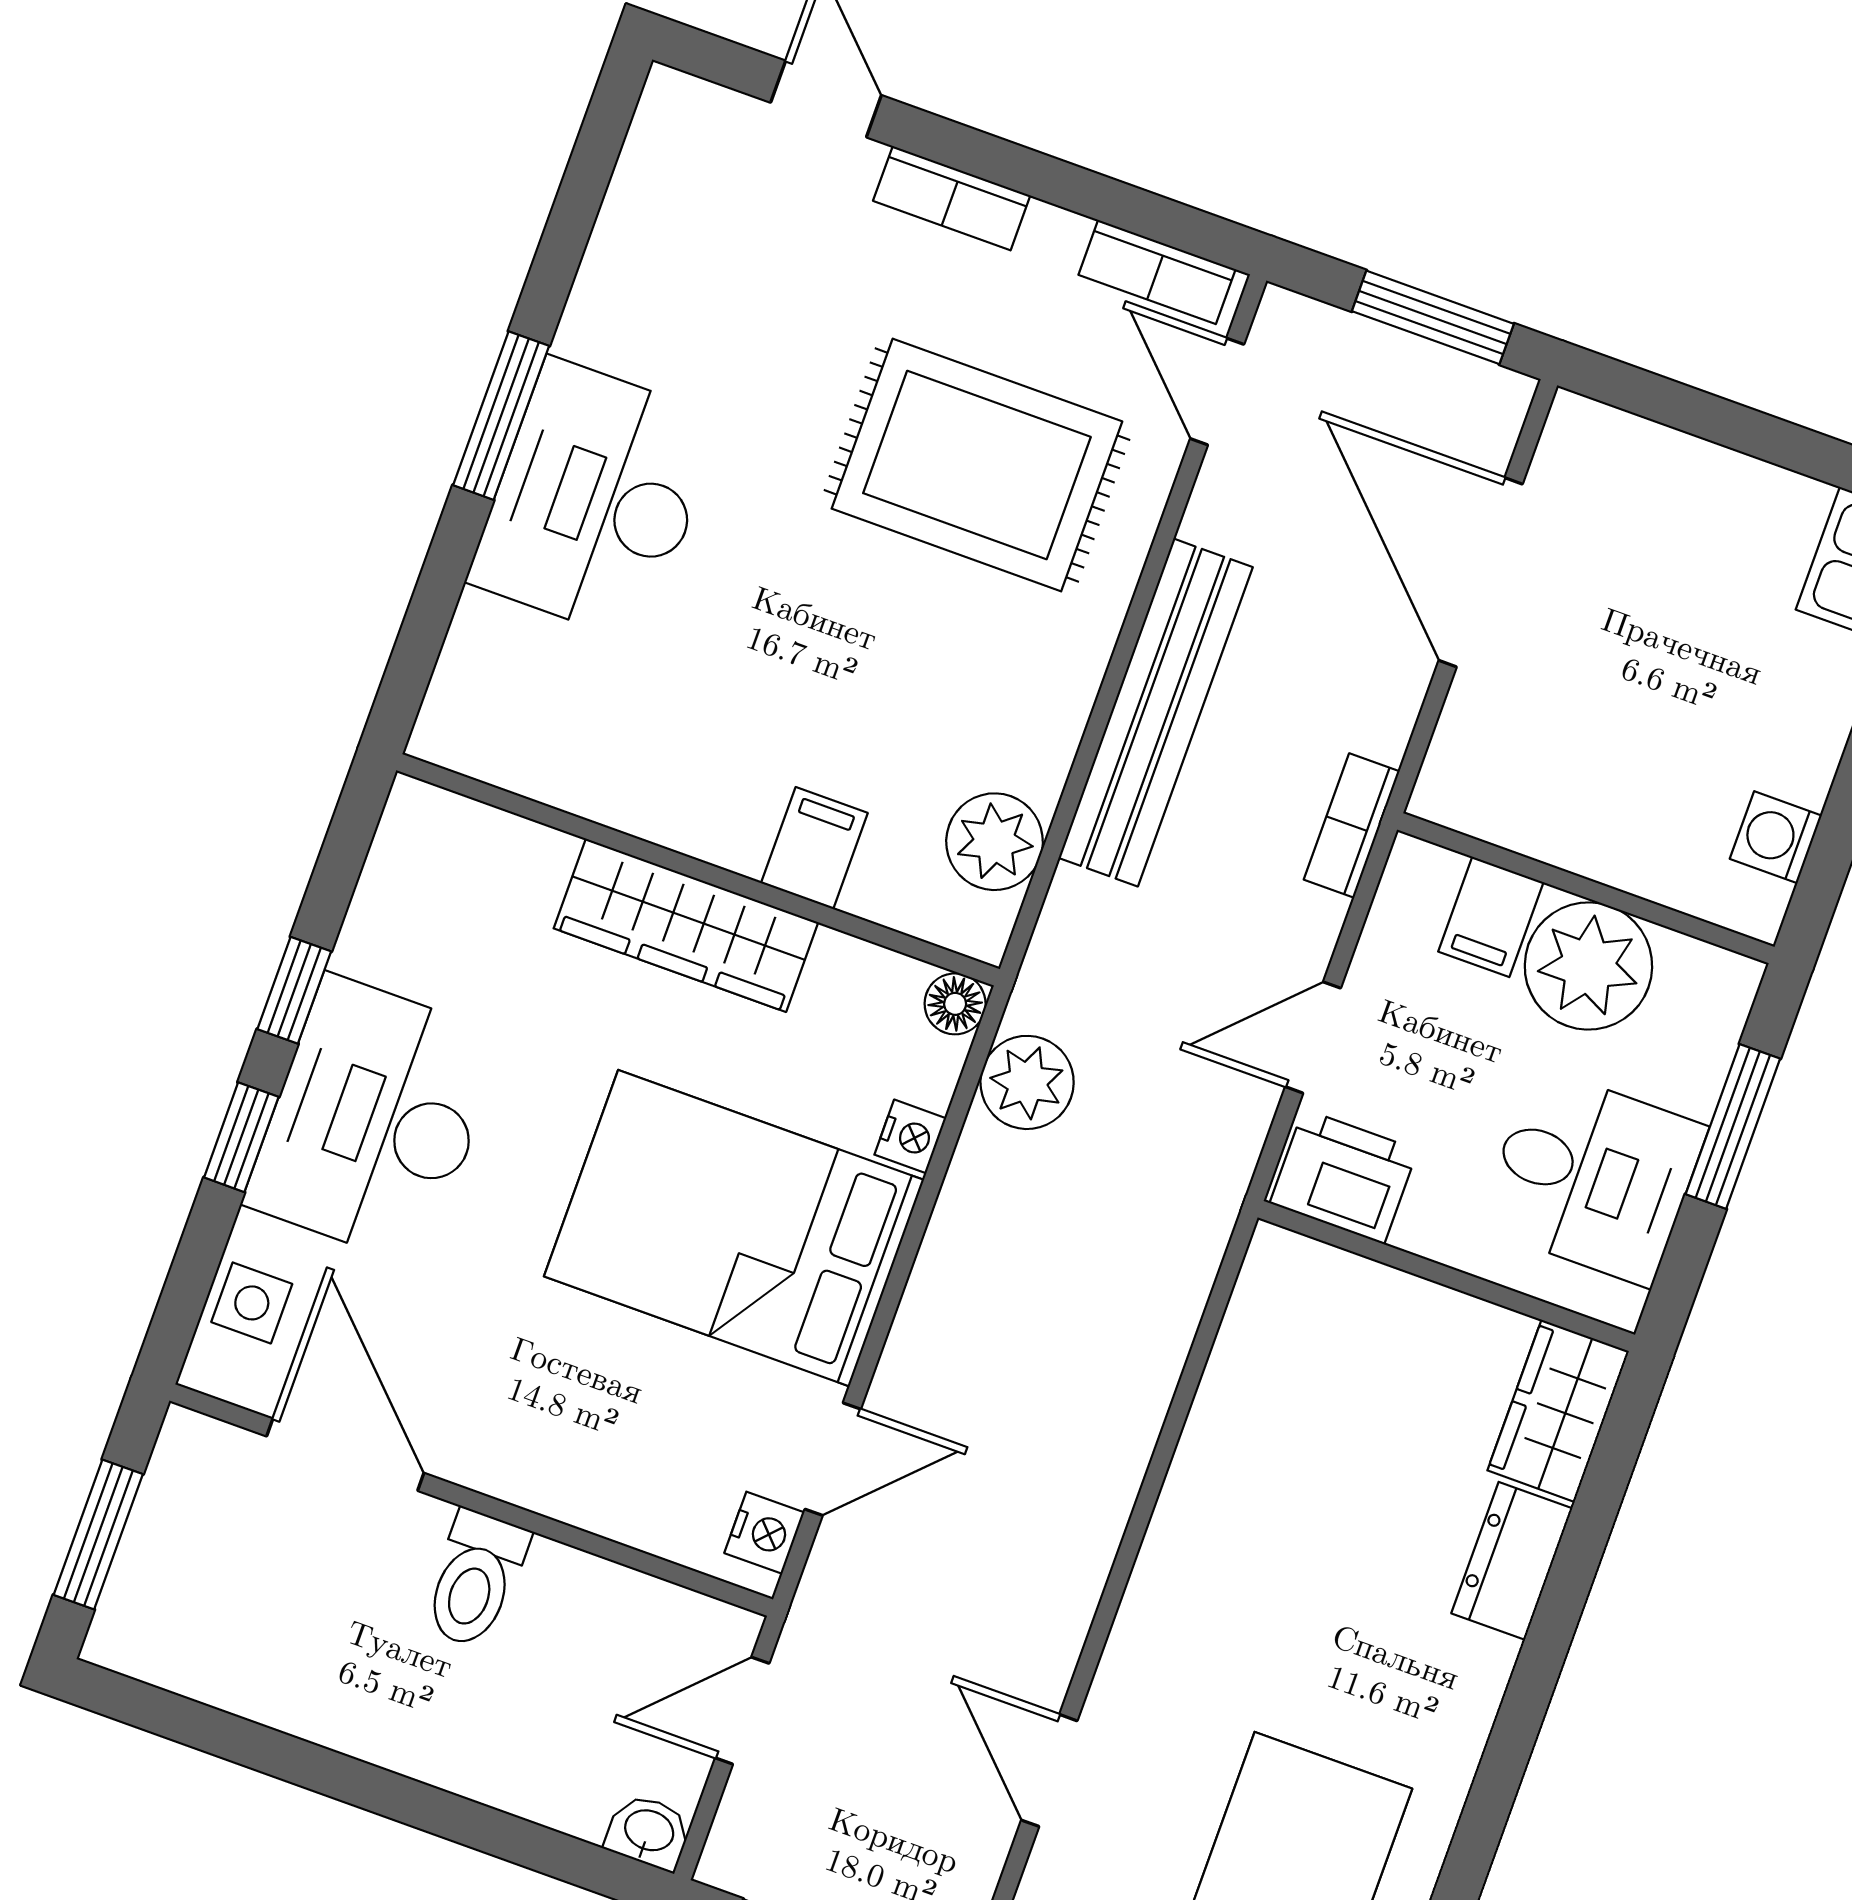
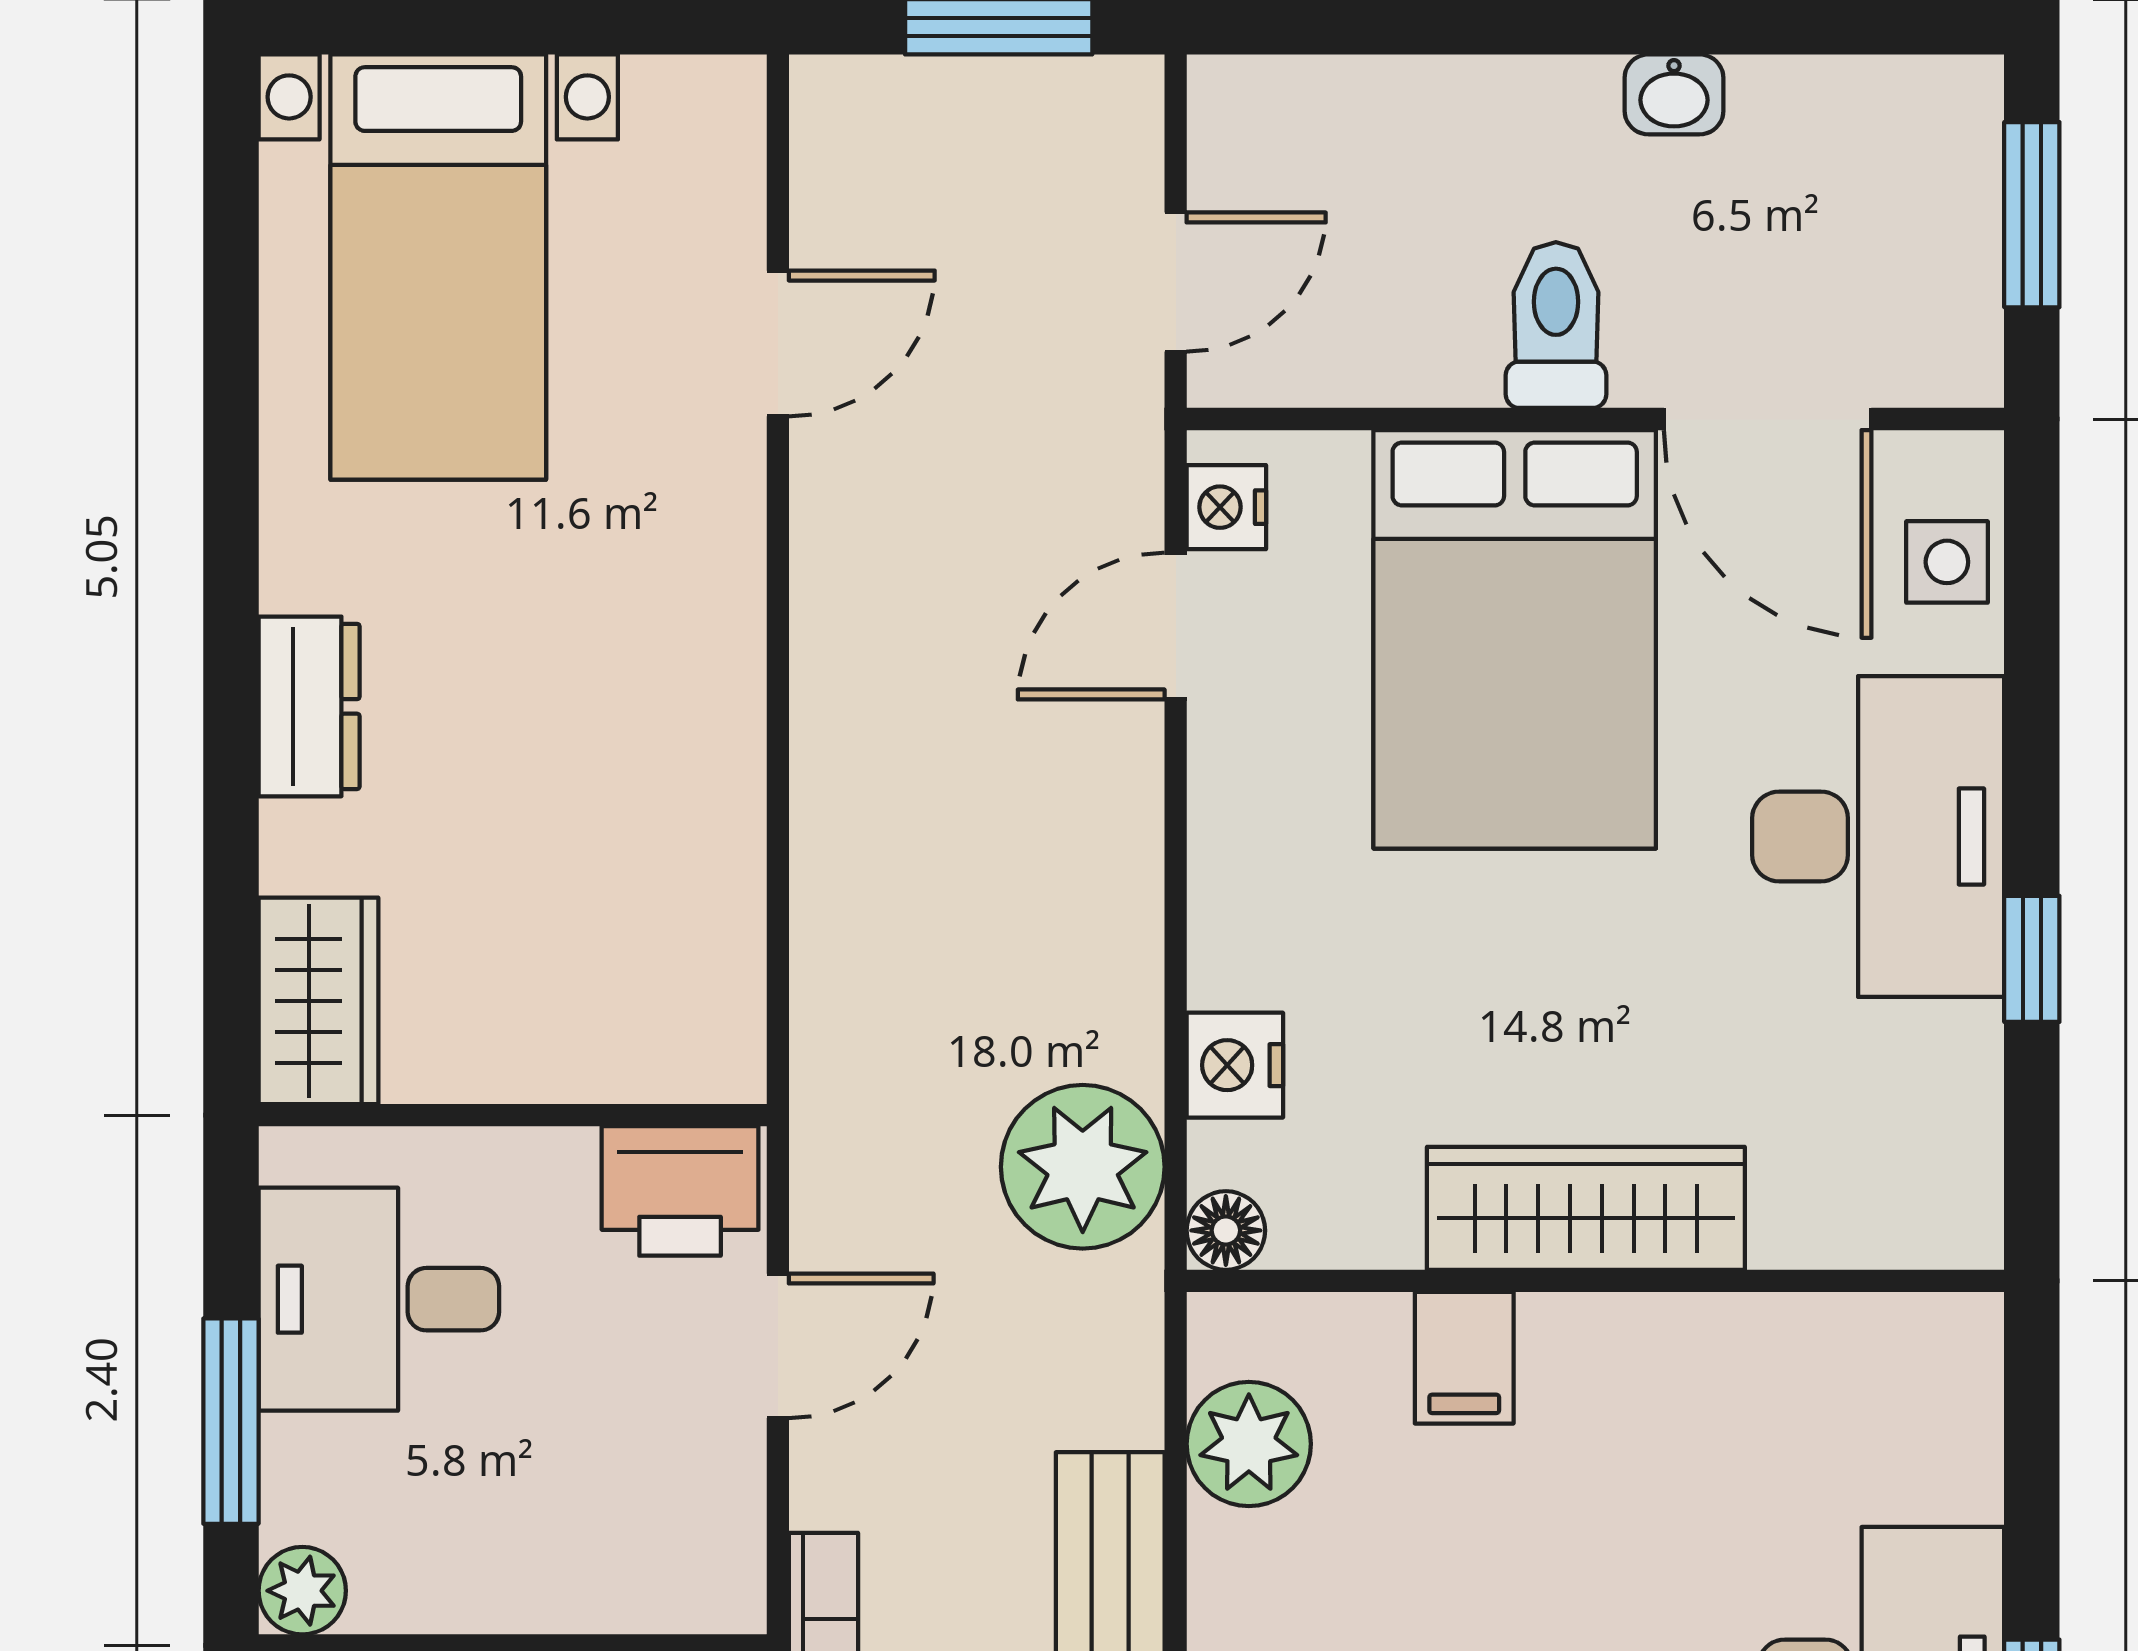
filing cabinet: (1491, 917) -> (615, 1569), removed
plant: (1588, 966) -> (302, 1591), moved, width x0.53, depth x0.53
plant: (1027, 1082) -> (1083, 1167), width x1.36, depth x1.36
nightstand: (910, 1136) -> (1235, 1065), width x1.39, depth x1.35
window: (241, 1137) -> (2032, 758), removed
bed: (734, 1228) -> (1515, 639), moved, turned 90
dresser: (1512, 1561) -> (309, 706), moved
door: (1049, 1770) -> (778, 344), hinge flipped
washbasin: (649, 1832) -> (1674, 94), moved

